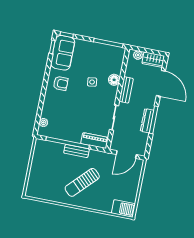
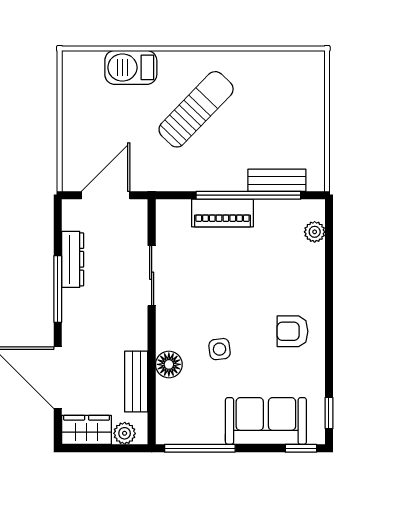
sofa: (63, 53) -> (266, 421), moved, turned 90
bench: (126, 90) -> (136, 382), moved
dresser: (147, 121) -> (73, 259), moved
piano: (95, 141) -> (222, 213), moved
bench: (76, 151) -> (277, 180), moved
barbecue: (123, 208) -> (131, 67), moved

